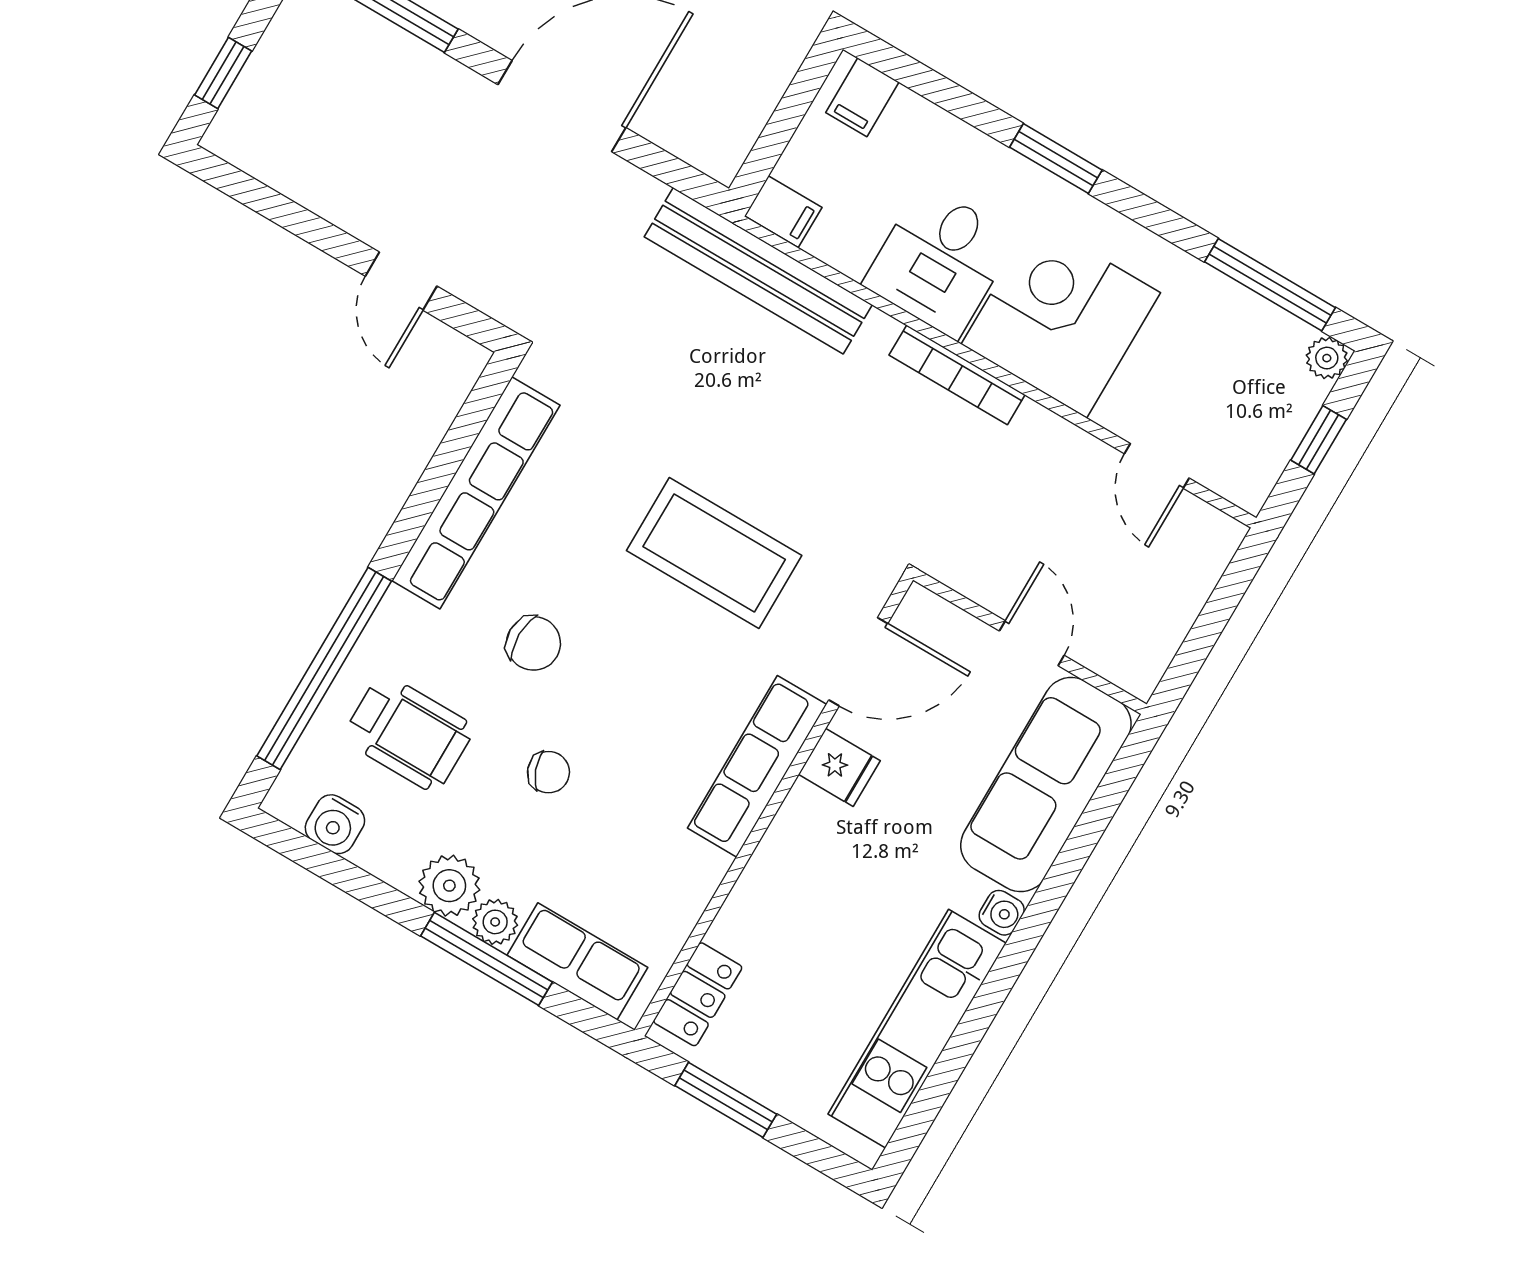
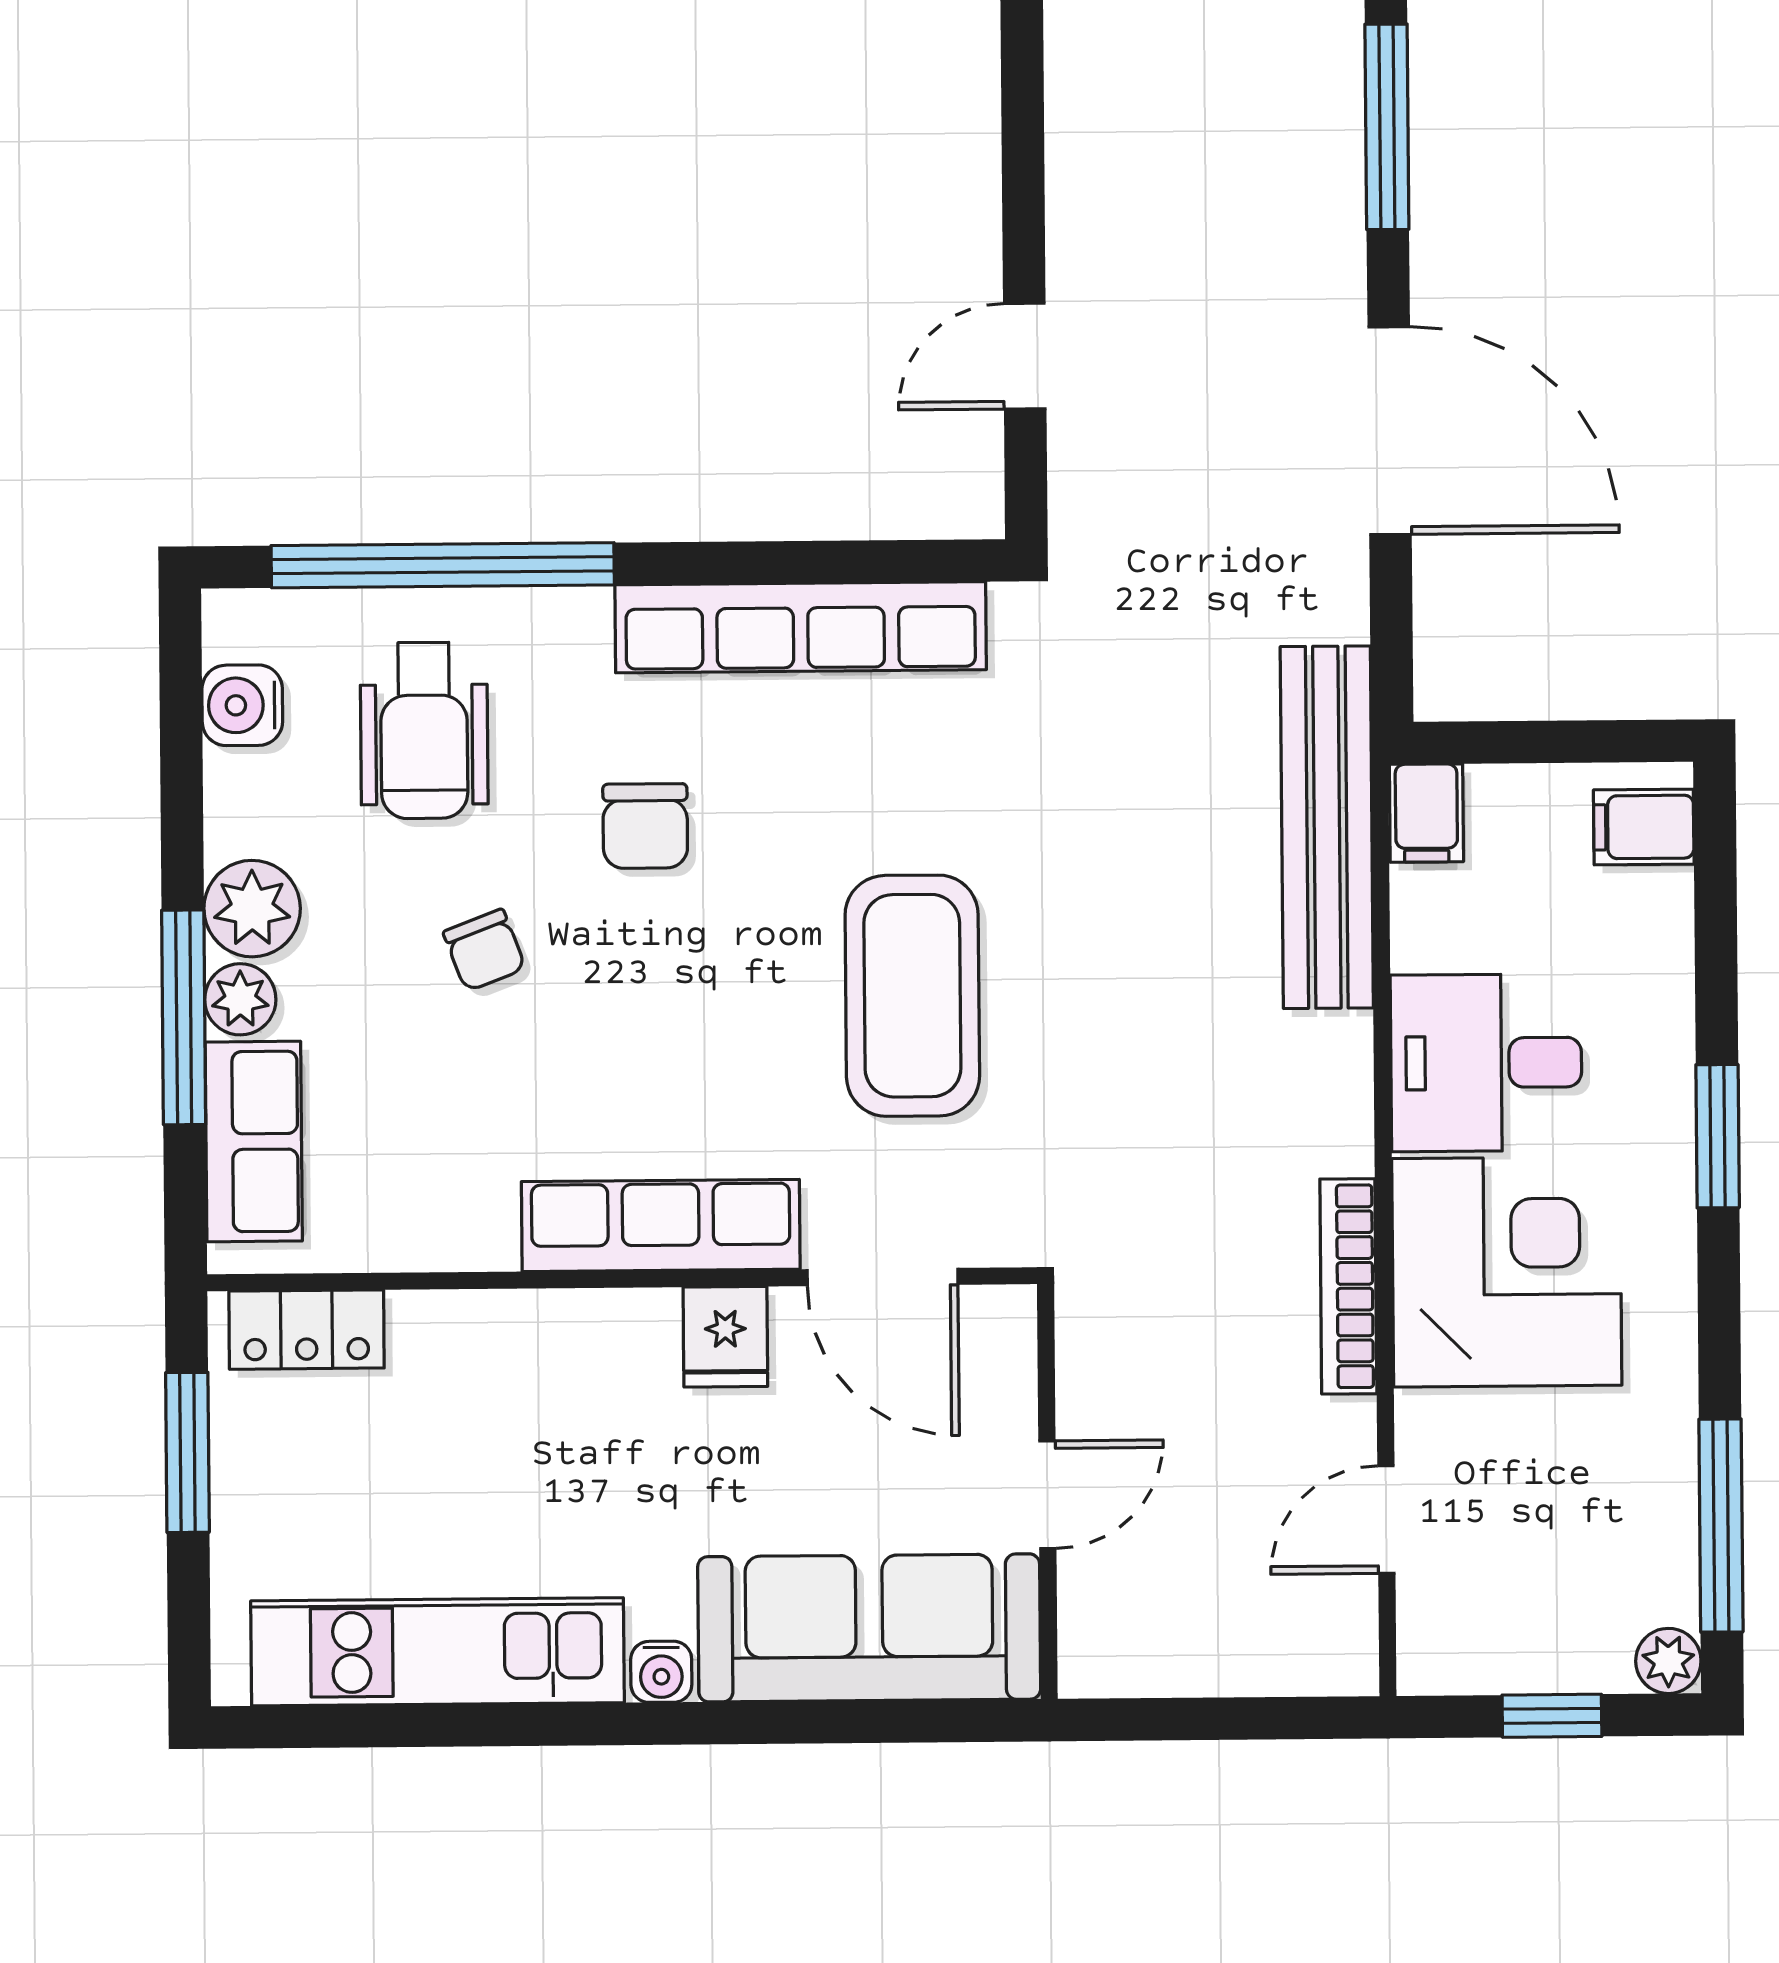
bookcase: (957, 375) -> (1348, 1286), moved

